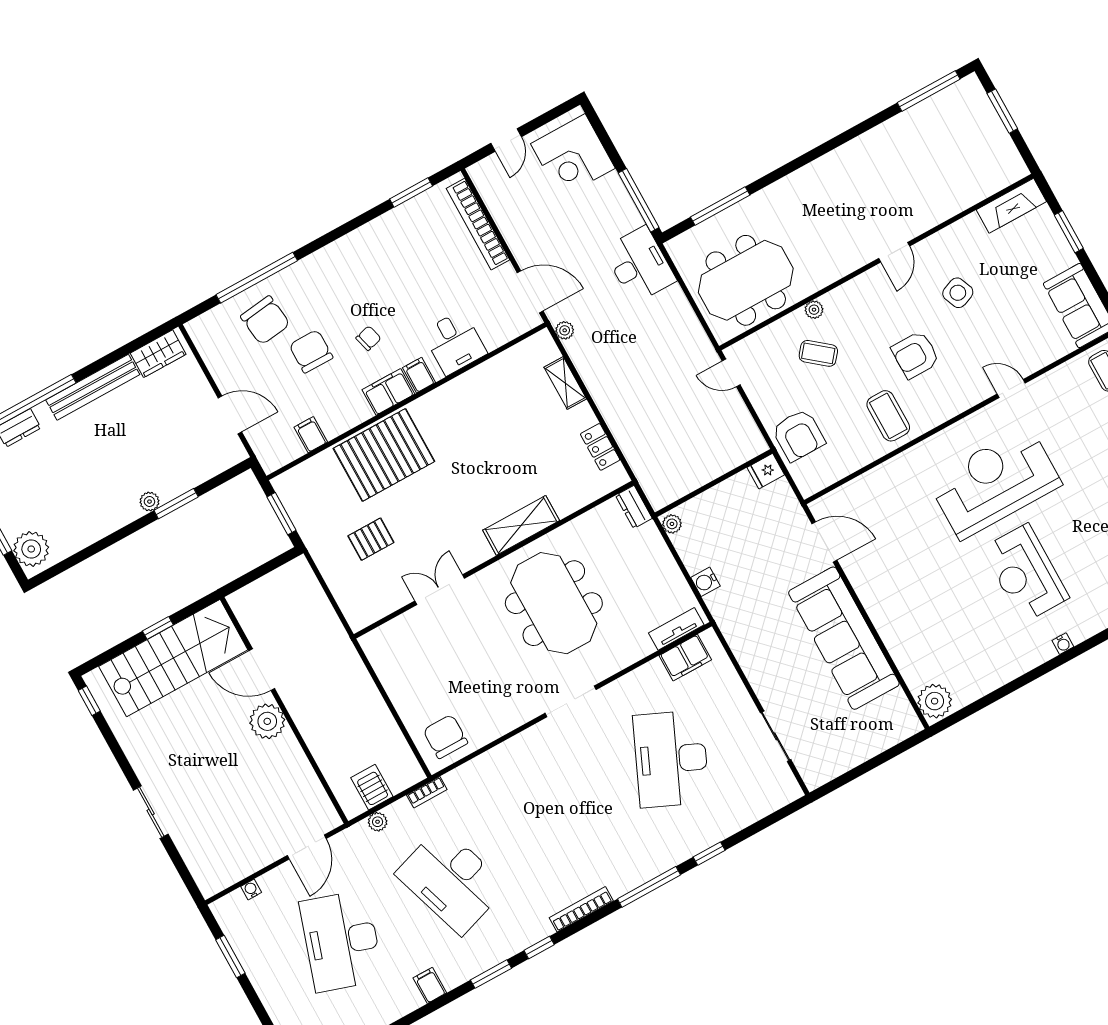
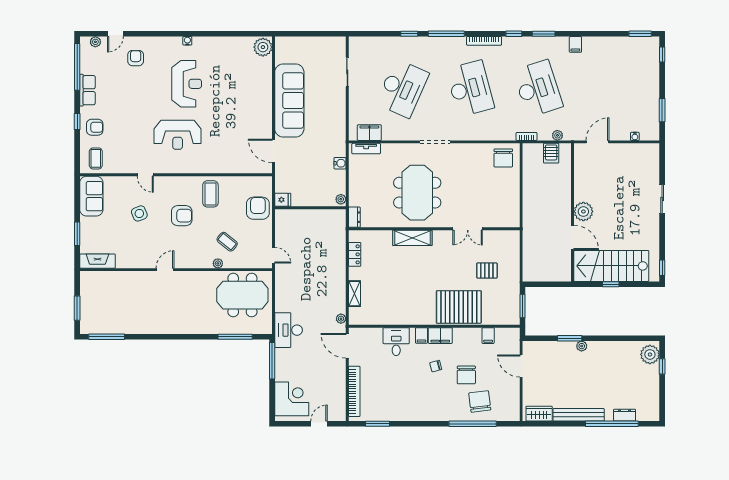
side table: (958, 293) -> (139, 213), moved
reception desk: (995, 482) -> (178, 135), width x0.74, depth x0.77
desk: (341, 941) -> (470, 88), moved, turned -33

